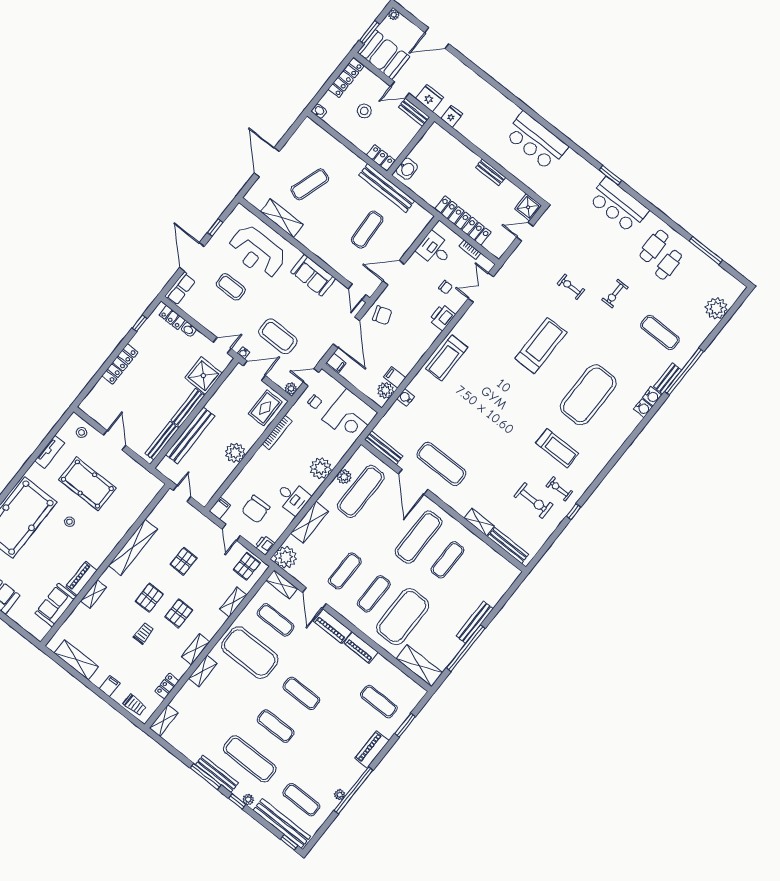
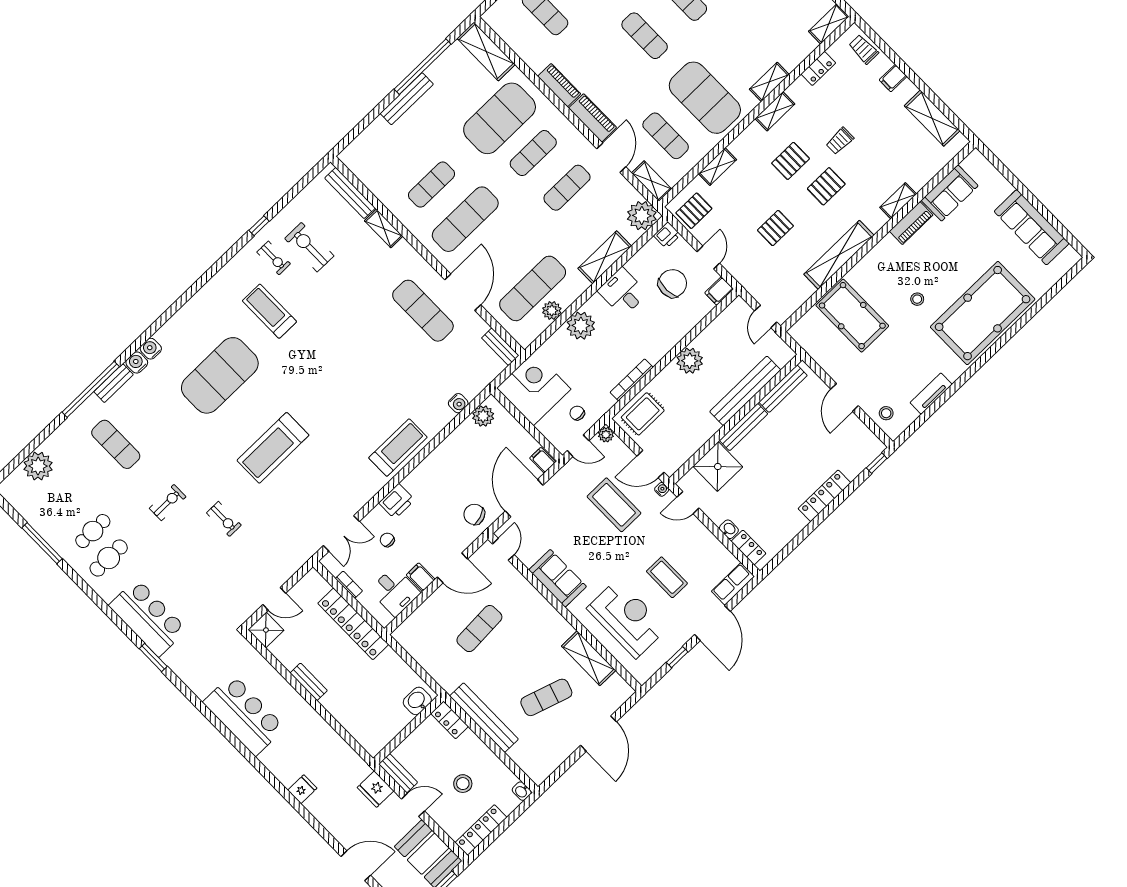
fridge: (452, 116) -> (302, 789), moved, turned 180
bench: (387, 188) -> (484, 718), moved
window: (140, 323) -> (877, 463), moved
filing cabinet: (395, 377) -> (421, 577), moved, turned 180
bench: (384, 448) -> (500, 347), width x0.73
pool table: (87, 484) -> (852, 316), moved

